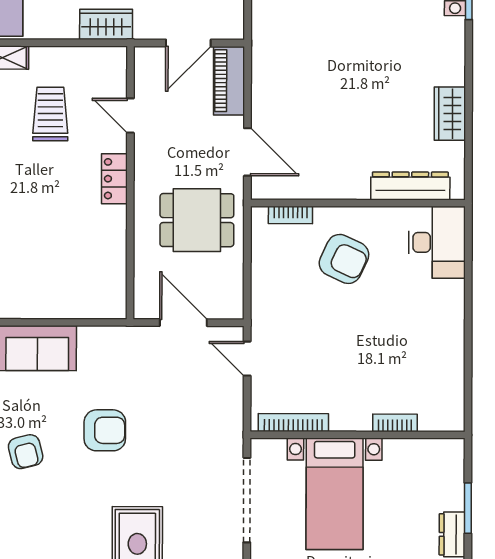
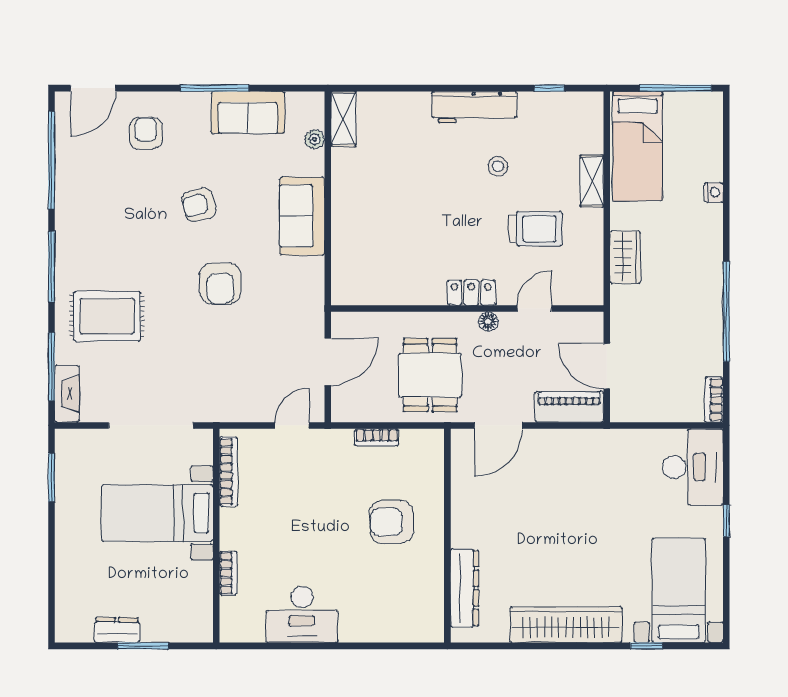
wardrobe: (106, 24) -> (625, 257), moved
wardrobe: (450, 114) -> (566, 625), width x2.10, depth x1.17
floor lamp: (143, 162) -> (488, 322), added
bookcase: (290, 215) -> (377, 437), moved, turned -90
desk: (437, 242) -> (302, 615), moved
armchair: (344, 259) -> (392, 522), turned 63

